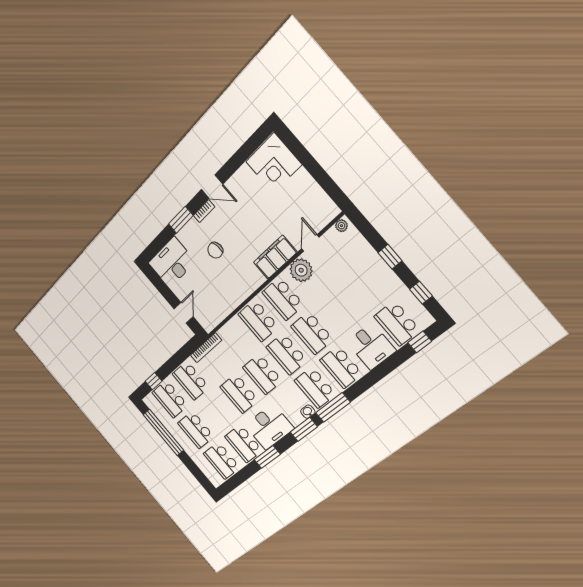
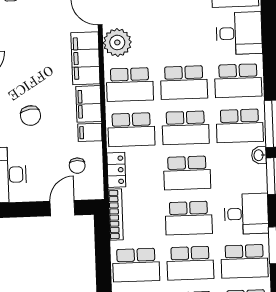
filing cabinet: (251, 282) -> (89, 104), added
filing cabinet: (236, 296) -> (90, 132), added
chair: (212, 303) -> (77, 166), added
door: (184, 313) -> (62, 208), hinge flipped
locker: (229, 329) -> (116, 170), added
school desk: (217, 412) -> (190, 263), added
desk: (269, 427) -> (246, 214), width x0.73

